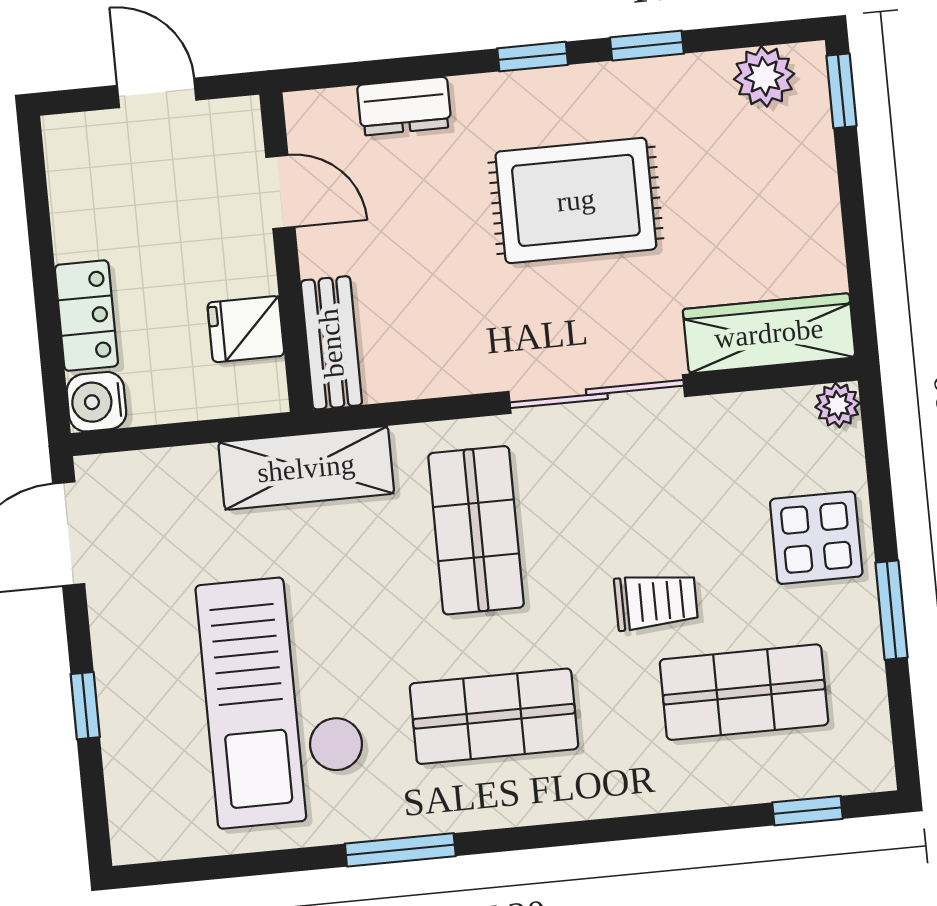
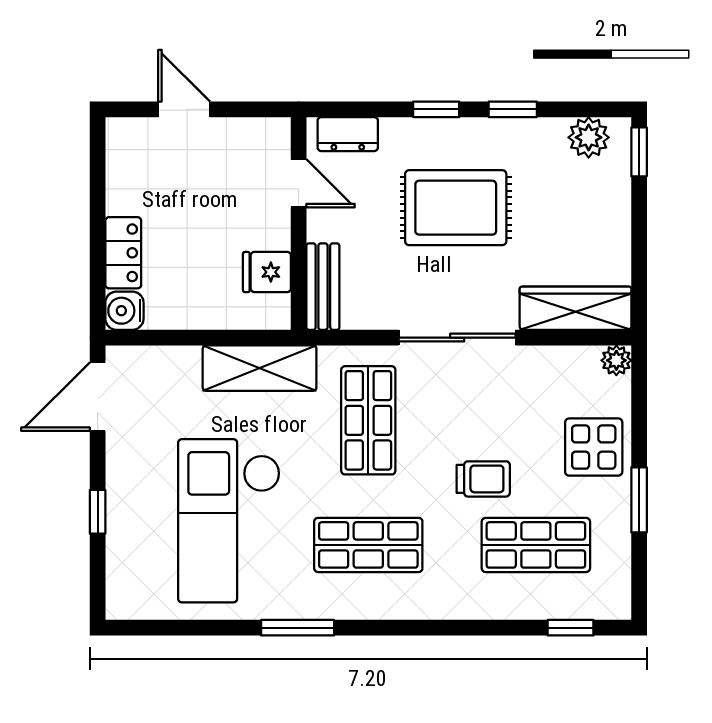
door: (280, 192) -> (299, 183), moved
wall: (286, 252) -> (299, 223), moved
fridge: (246, 329) -> (267, 272), moved
bench: (331, 343) -> (323, 287), moved

